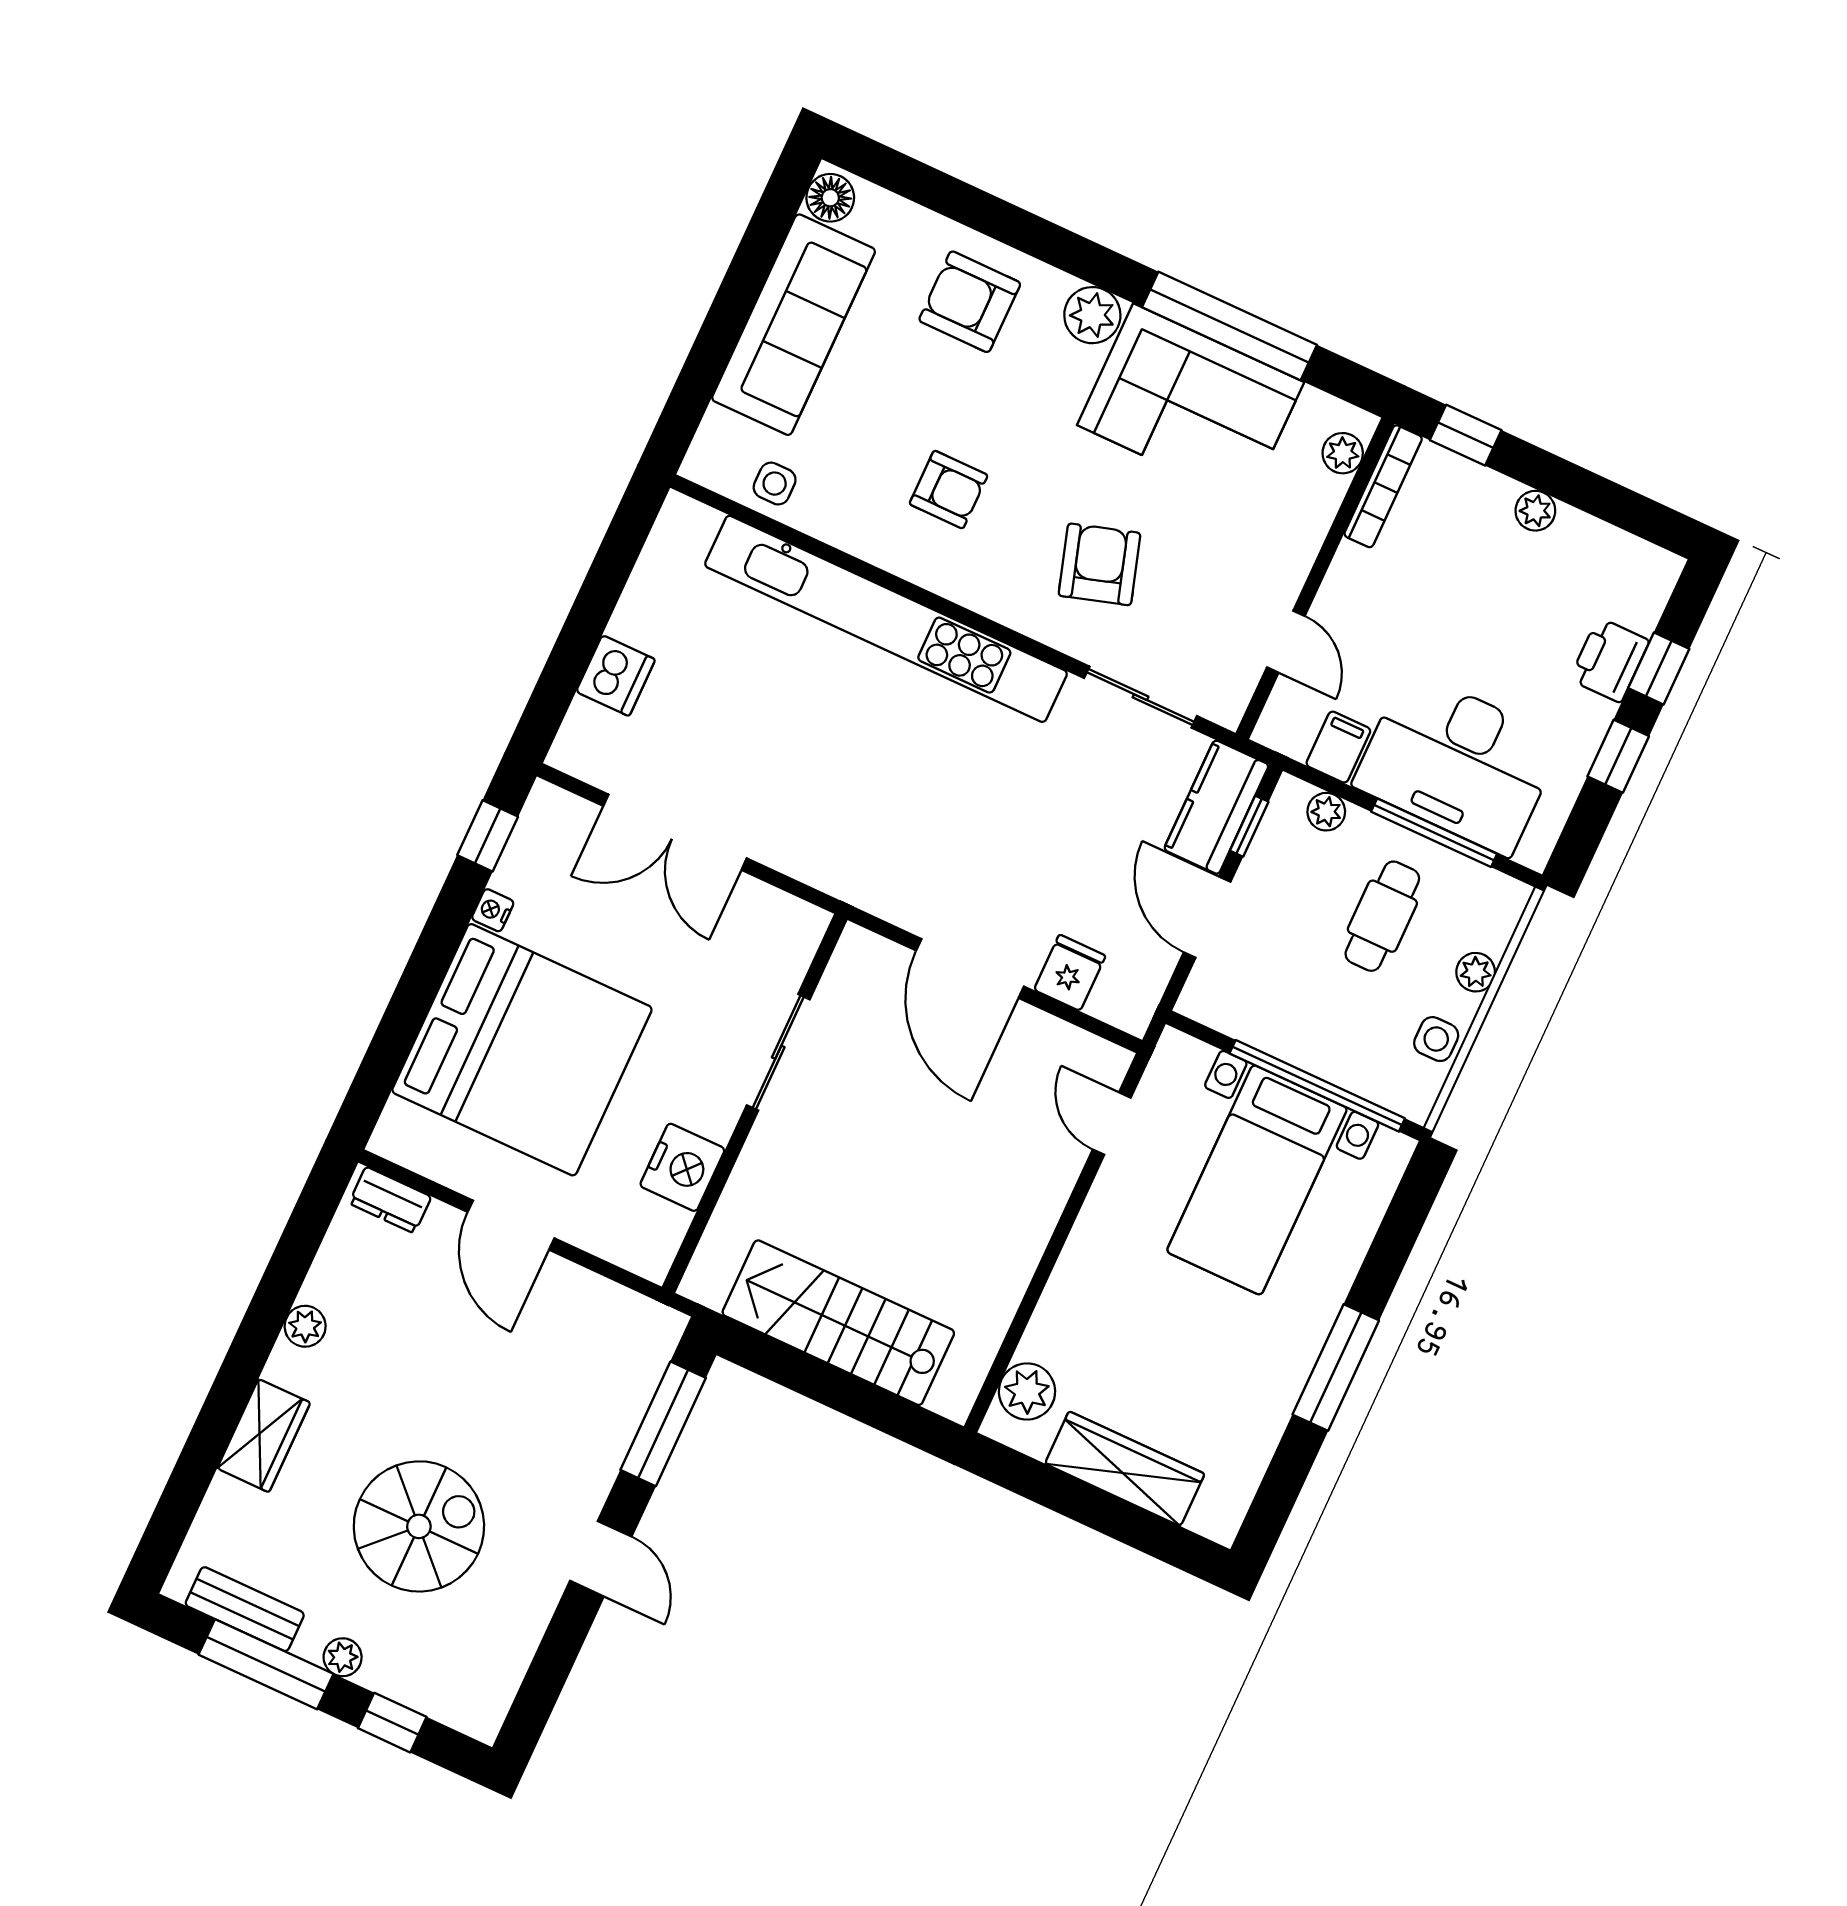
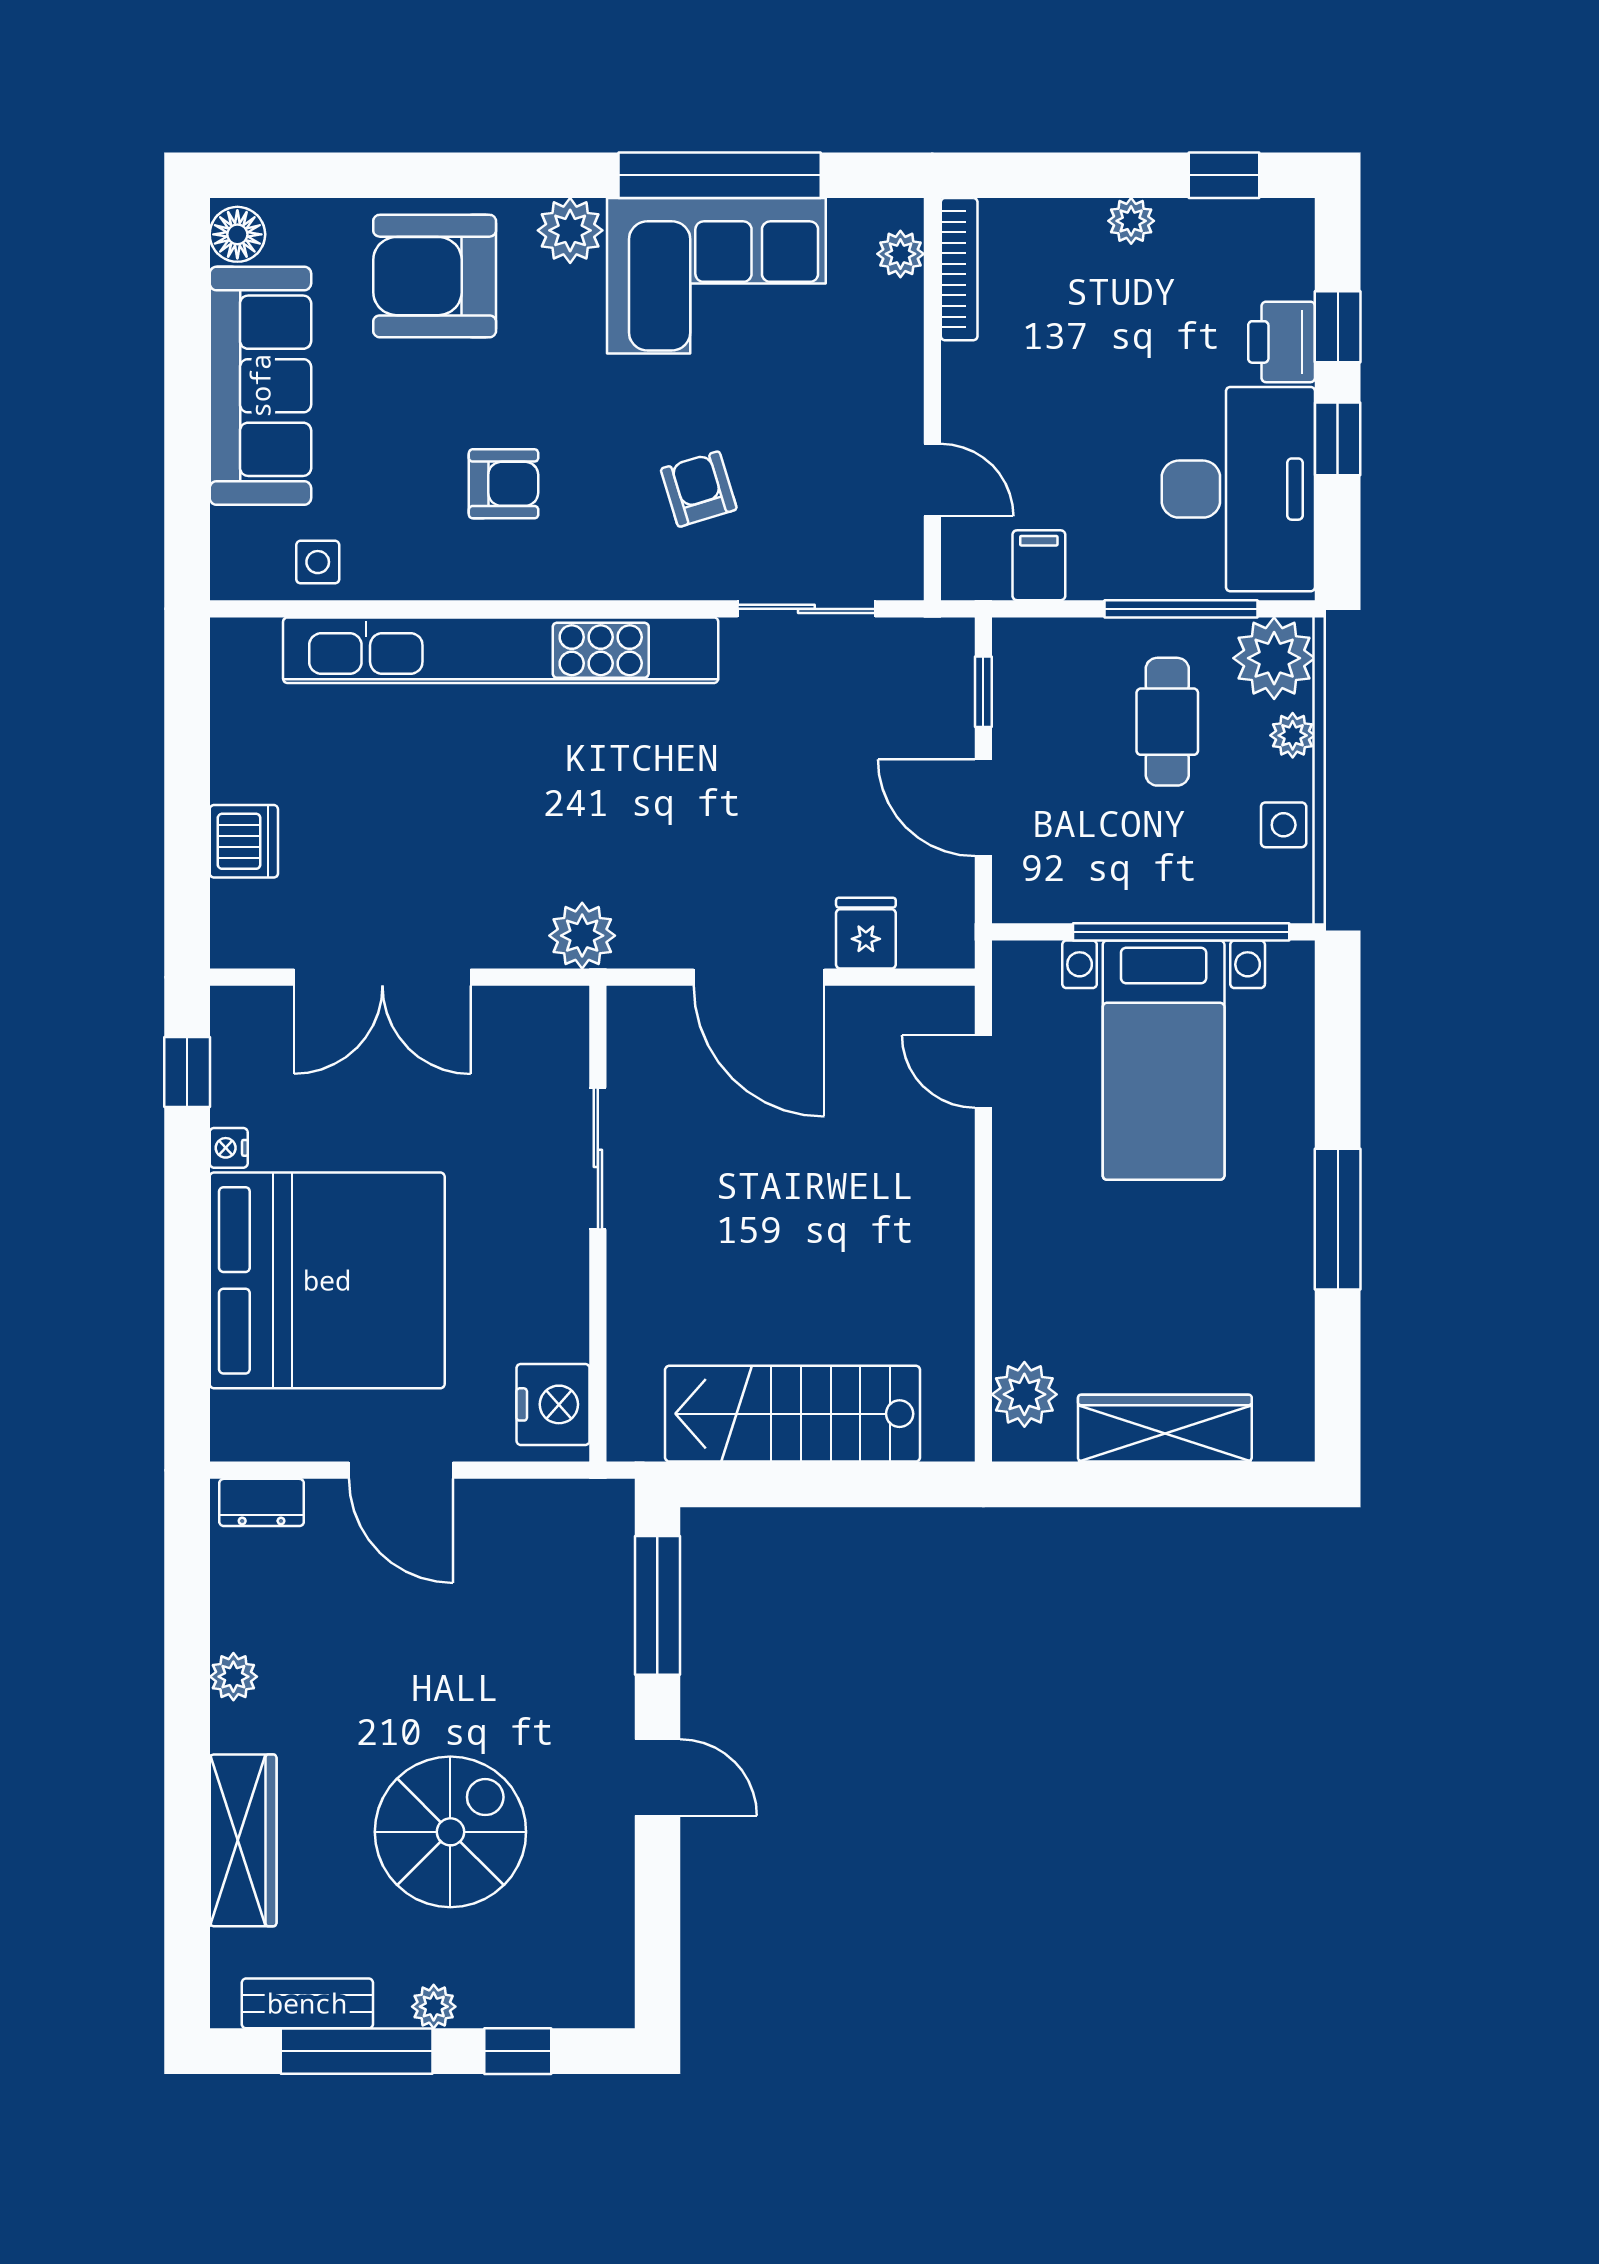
armchair: (970, 302) -> (435, 276), width x1.36, depth x1.36
window: (1466, 435) -> (1224, 175), moved
armchair: (1100, 564) -> (699, 489), width x0.72, depth x0.72
desk: (1458, 763) -> (1238, 489), moved, turned -90
kitchen counter: (1216, 807) -> (940, 688), removed
plant: (1326, 812) -> (1274, 658), moved, width x1.87, depth x1.87
plant: (847, 872) -> (582, 936), added
nightstand: (682, 1167) -> (553, 1404), moved
wardrobe: (264, 1436) -> (243, 1840), width x1.50

